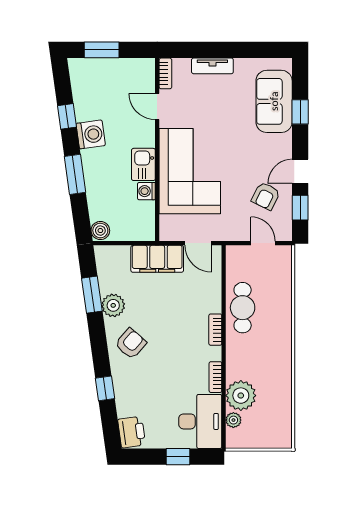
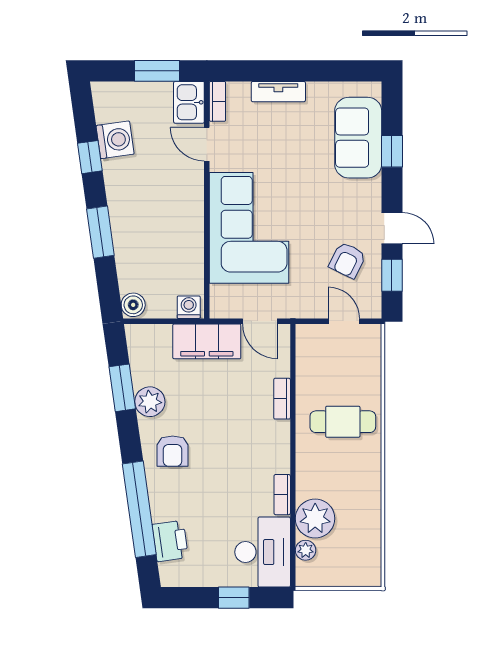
window: (102, 50) -> (157, 71), moved
washing machine: (91, 134) -> (115, 140), moved
kitchen sink: (143, 164) -> (189, 102), moved
door: (300, 171) -> (392, 228), swing flipped
washing machine: (146, 191) -> (189, 307), moved, turned 90
cafe table: (243, 308) -> (343, 422), moved, turned 90
bookcase: (215, 330) -> (282, 399), moved
armchair: (131, 343) -> (173, 451), turned 139
window: (105, 388) -> (139, 509), width x3.17
printer: (132, 432) -> (170, 541), moved

